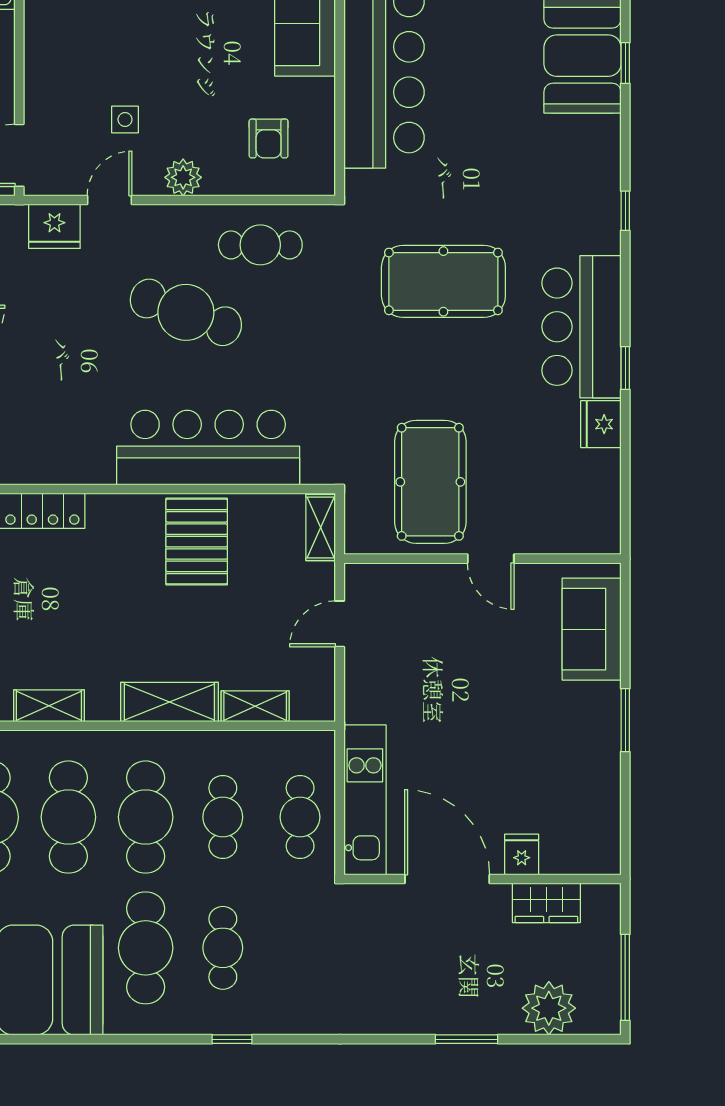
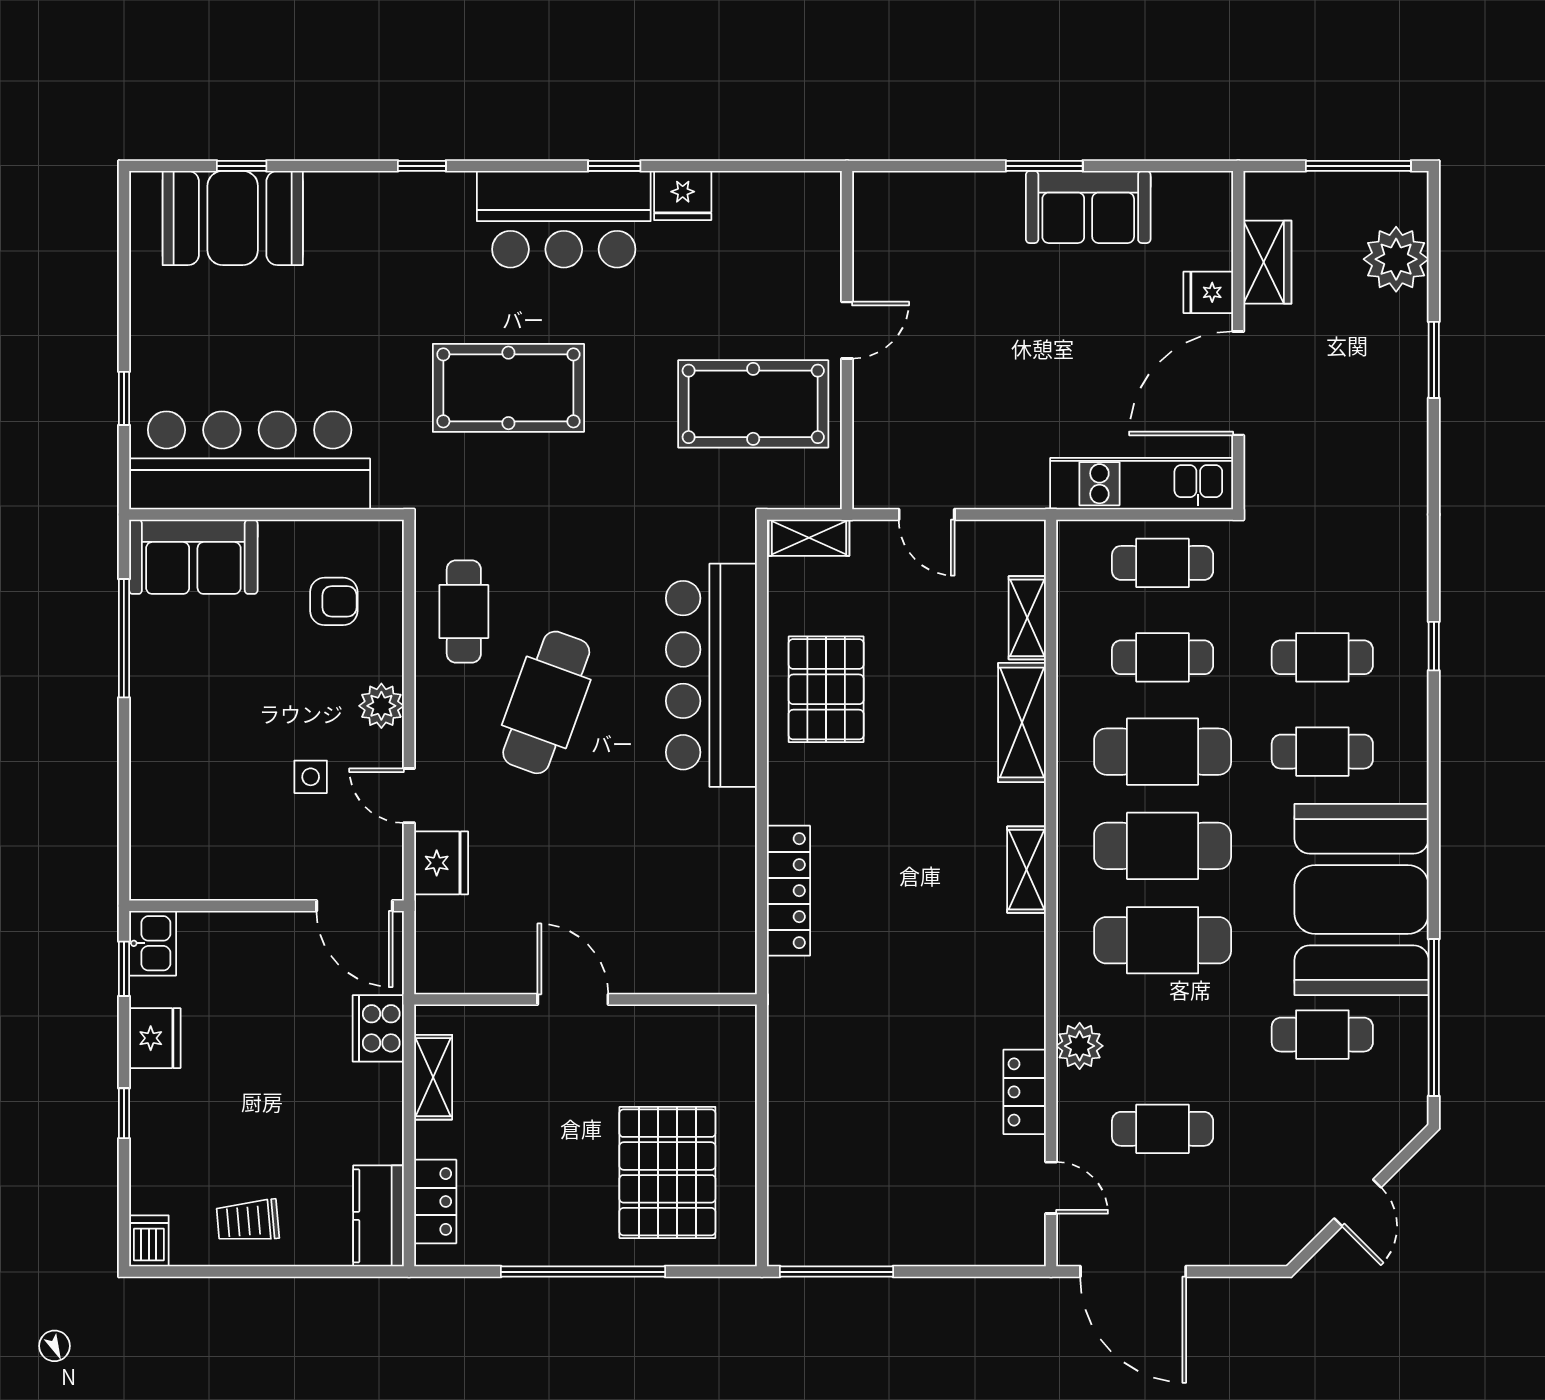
pool table: (443, 281) -> (508, 388), turned 90
pallet: (197, 542) -> (826, 689), turned 90
sofa: (592, 629) -> (1088, 207), moved
cafe table: (146, 948) -> (1322, 752), width x0.73, depth x0.74

